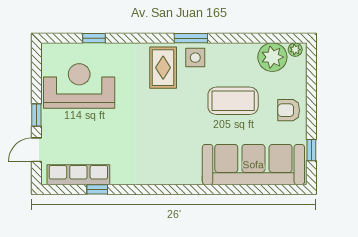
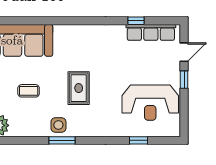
rug: (163, 68) -> (79, 88), moved
coffee table: (233, 101) -> (29, 91), width x0.54, depth x0.58

